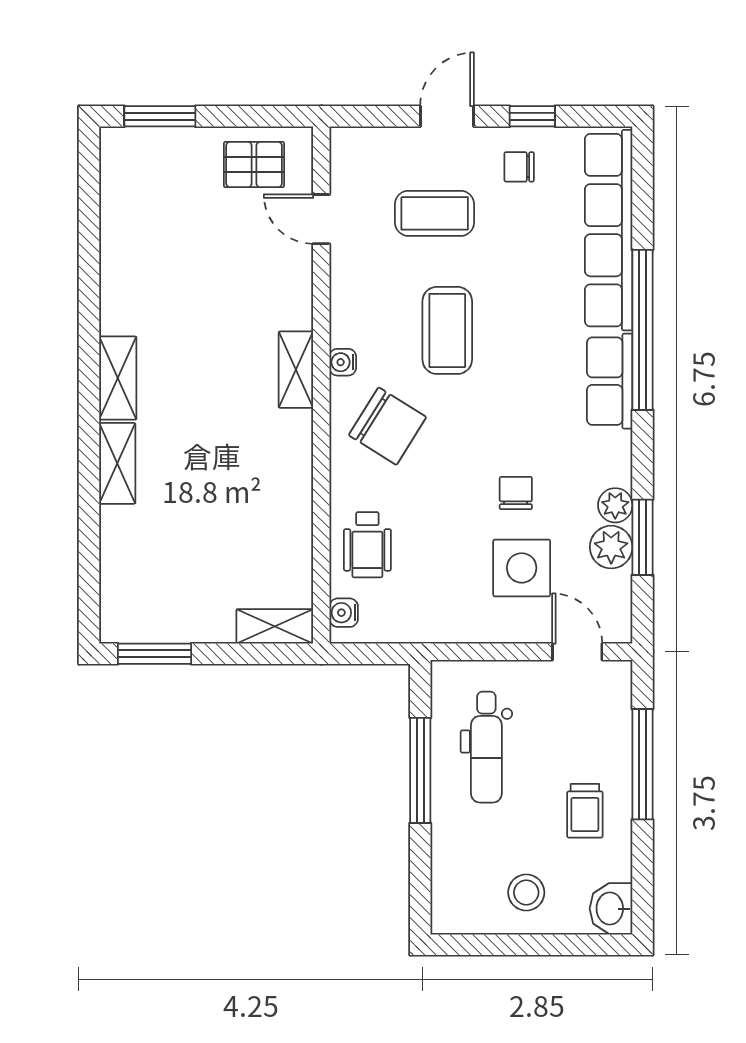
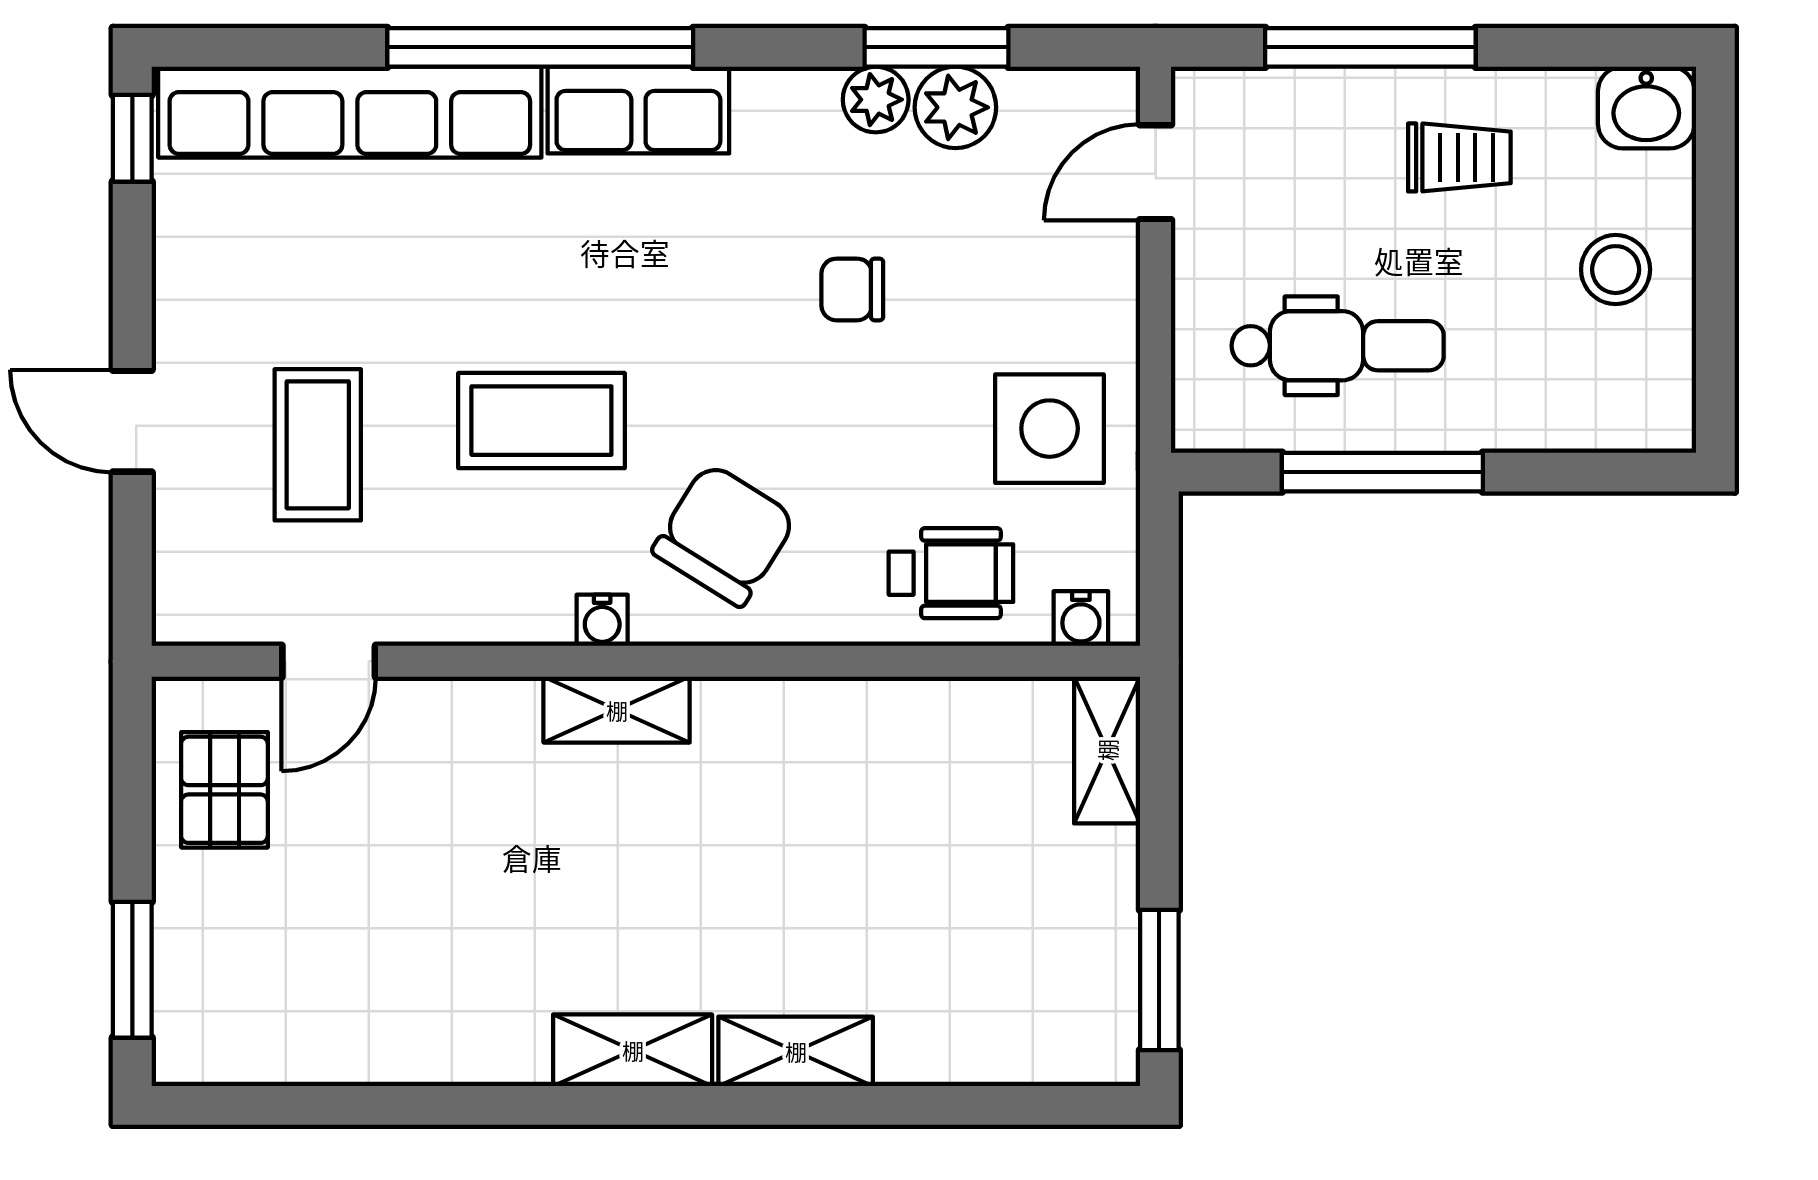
window: (532, 116) -> (132, 138), moved
chair: (519, 167) -> (229, 283), removed
side table: (522, 568) -> (1050, 429), moved

